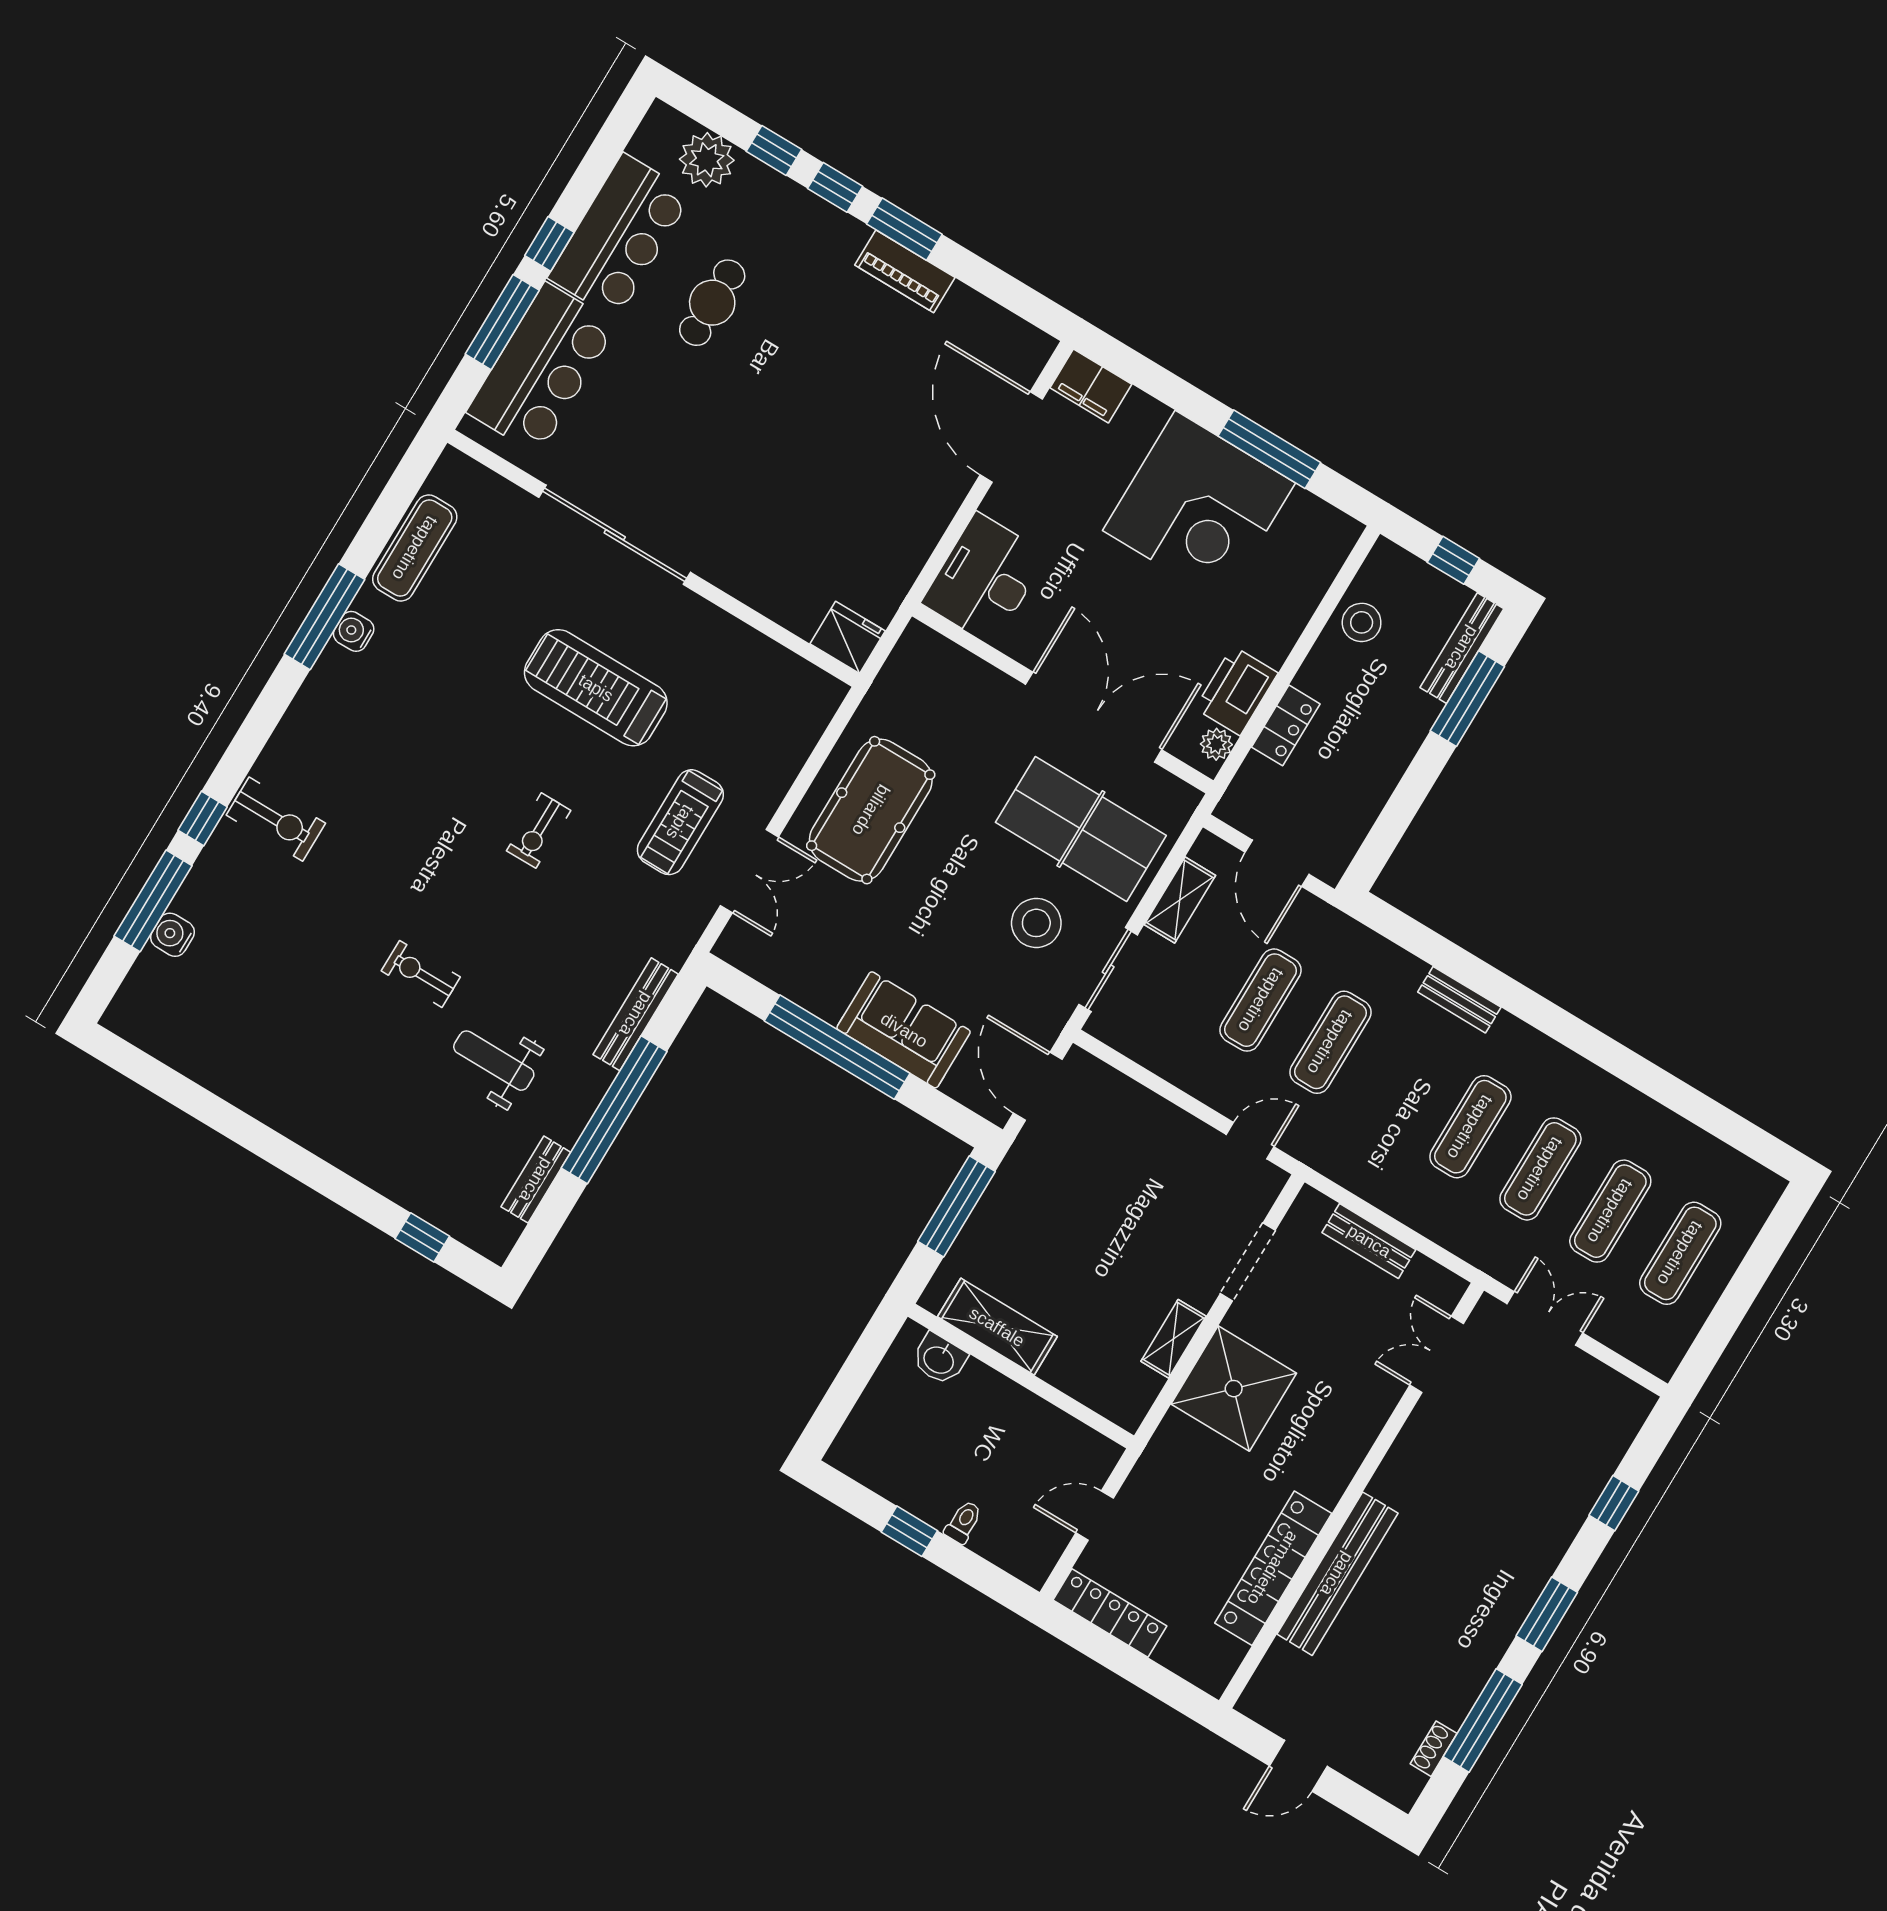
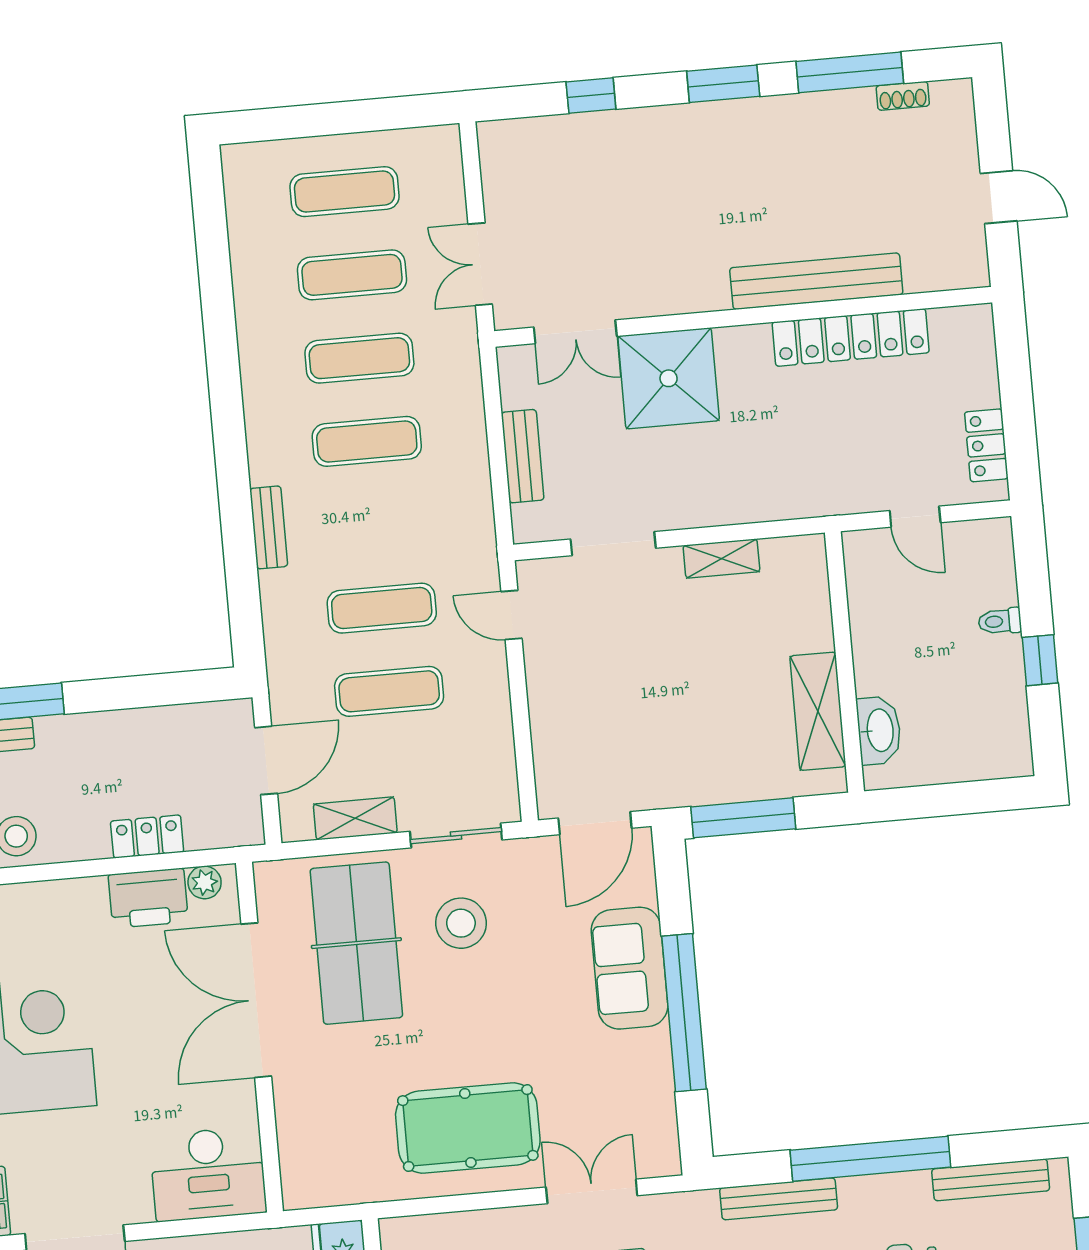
bench: (536, 1180) -> (991, 1180), width x1.36
washbasin: (939, 1359) -> (879, 730), width x1.38
shower: (1234, 1389) -> (669, 378), moved
locker: (1110, 1613) -> (986, 445), width x0.66

